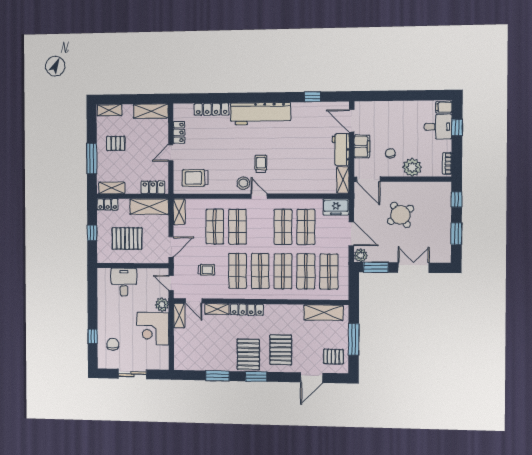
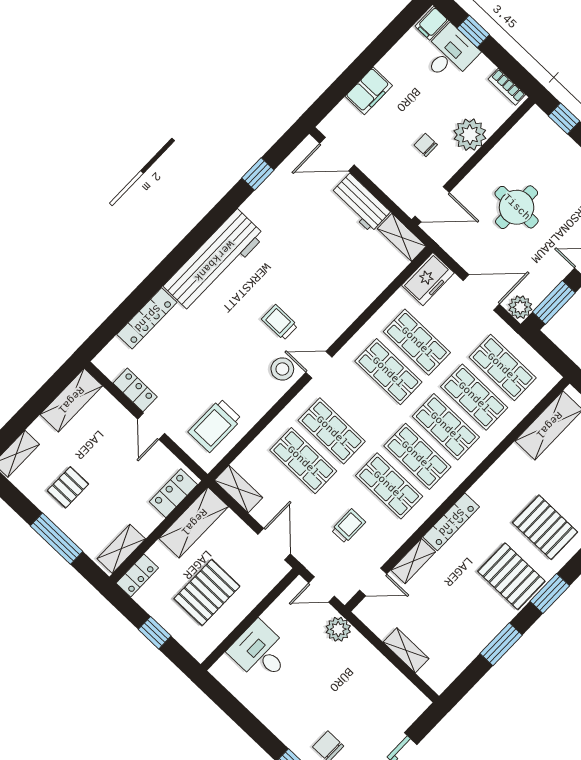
filing cabinet: (362, 146) -> (369, 91), moved, turned 90
round table: (400, 215) -> (517, 207), turned 34
shelving: (179, 315) -> (406, 650), moved
corner desk: (153, 329) -> (358, 672), removed

